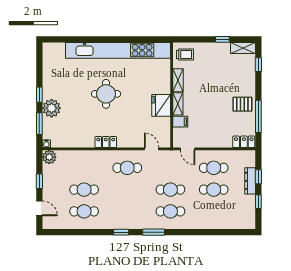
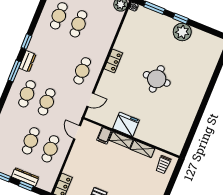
kitchen unit: (118, 50) -> (192, 106), removed
plant: (52, 108) -> (182, 32), moved
door: (188, 149) -> (77, 132), hinge flipped
dresser: (139, 223) -> (27, 61), added

